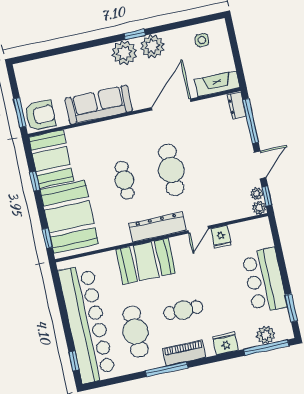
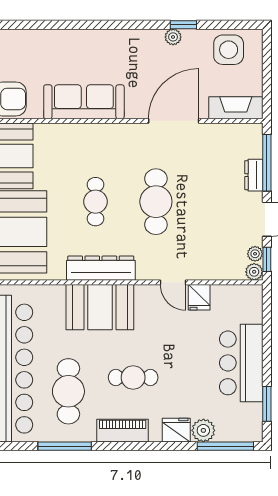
window: (135, 34) -> (183, 25), moved
side table: (202, 40) -> (229, 50), width x1.87, depth x1.87
plant: (152, 46) -> (173, 37), width x0.53, depth x0.53
plant: (124, 53) -> (130, 45), removed
dresser: (237, 106) -> (254, 175), moved
dresser: (158, 227) -> (101, 268), moved
door: (198, 230) -> (173, 282), hinge flipped
plant: (266, 335) -> (203, 430), moved
window: (167, 369) -> (65, 446), moved

